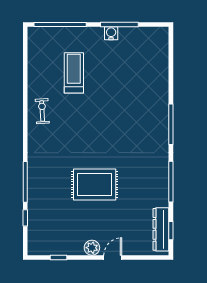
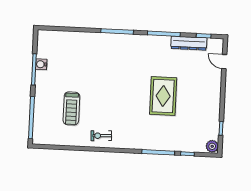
water cooler: (111, 33) -> (41, 64), moved
treadmill: (74, 73) -> (71, 108), turned -90
dresser: (161, 229) -> (189, 43), moved
plant: (92, 248) -> (212, 146), moved
door: (113, 257) -> (224, 62), moved

